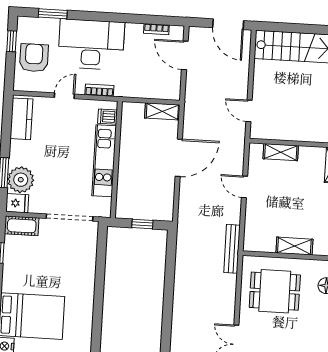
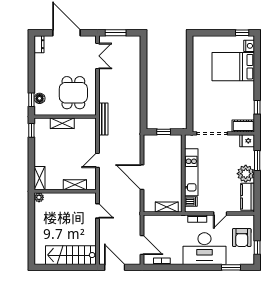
shelving: (162, 111) -> (167, 207), moved
door: (179, 158) -> (142, 177), hinge flipped
plant: (21, 180) -> (246, 174), moved
door: (244, 187) -> (97, 160), swing flipped
dining table: (275, 291) -> (73, 93), turned 90

